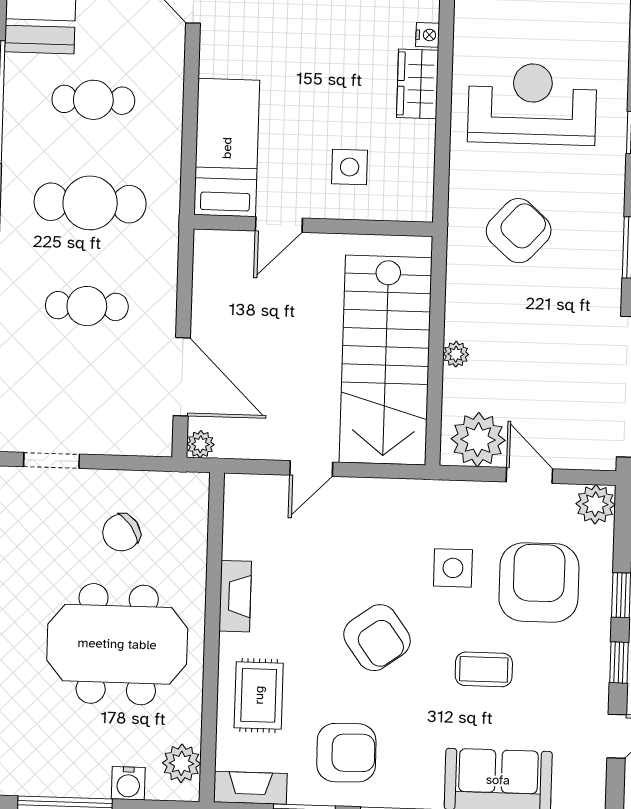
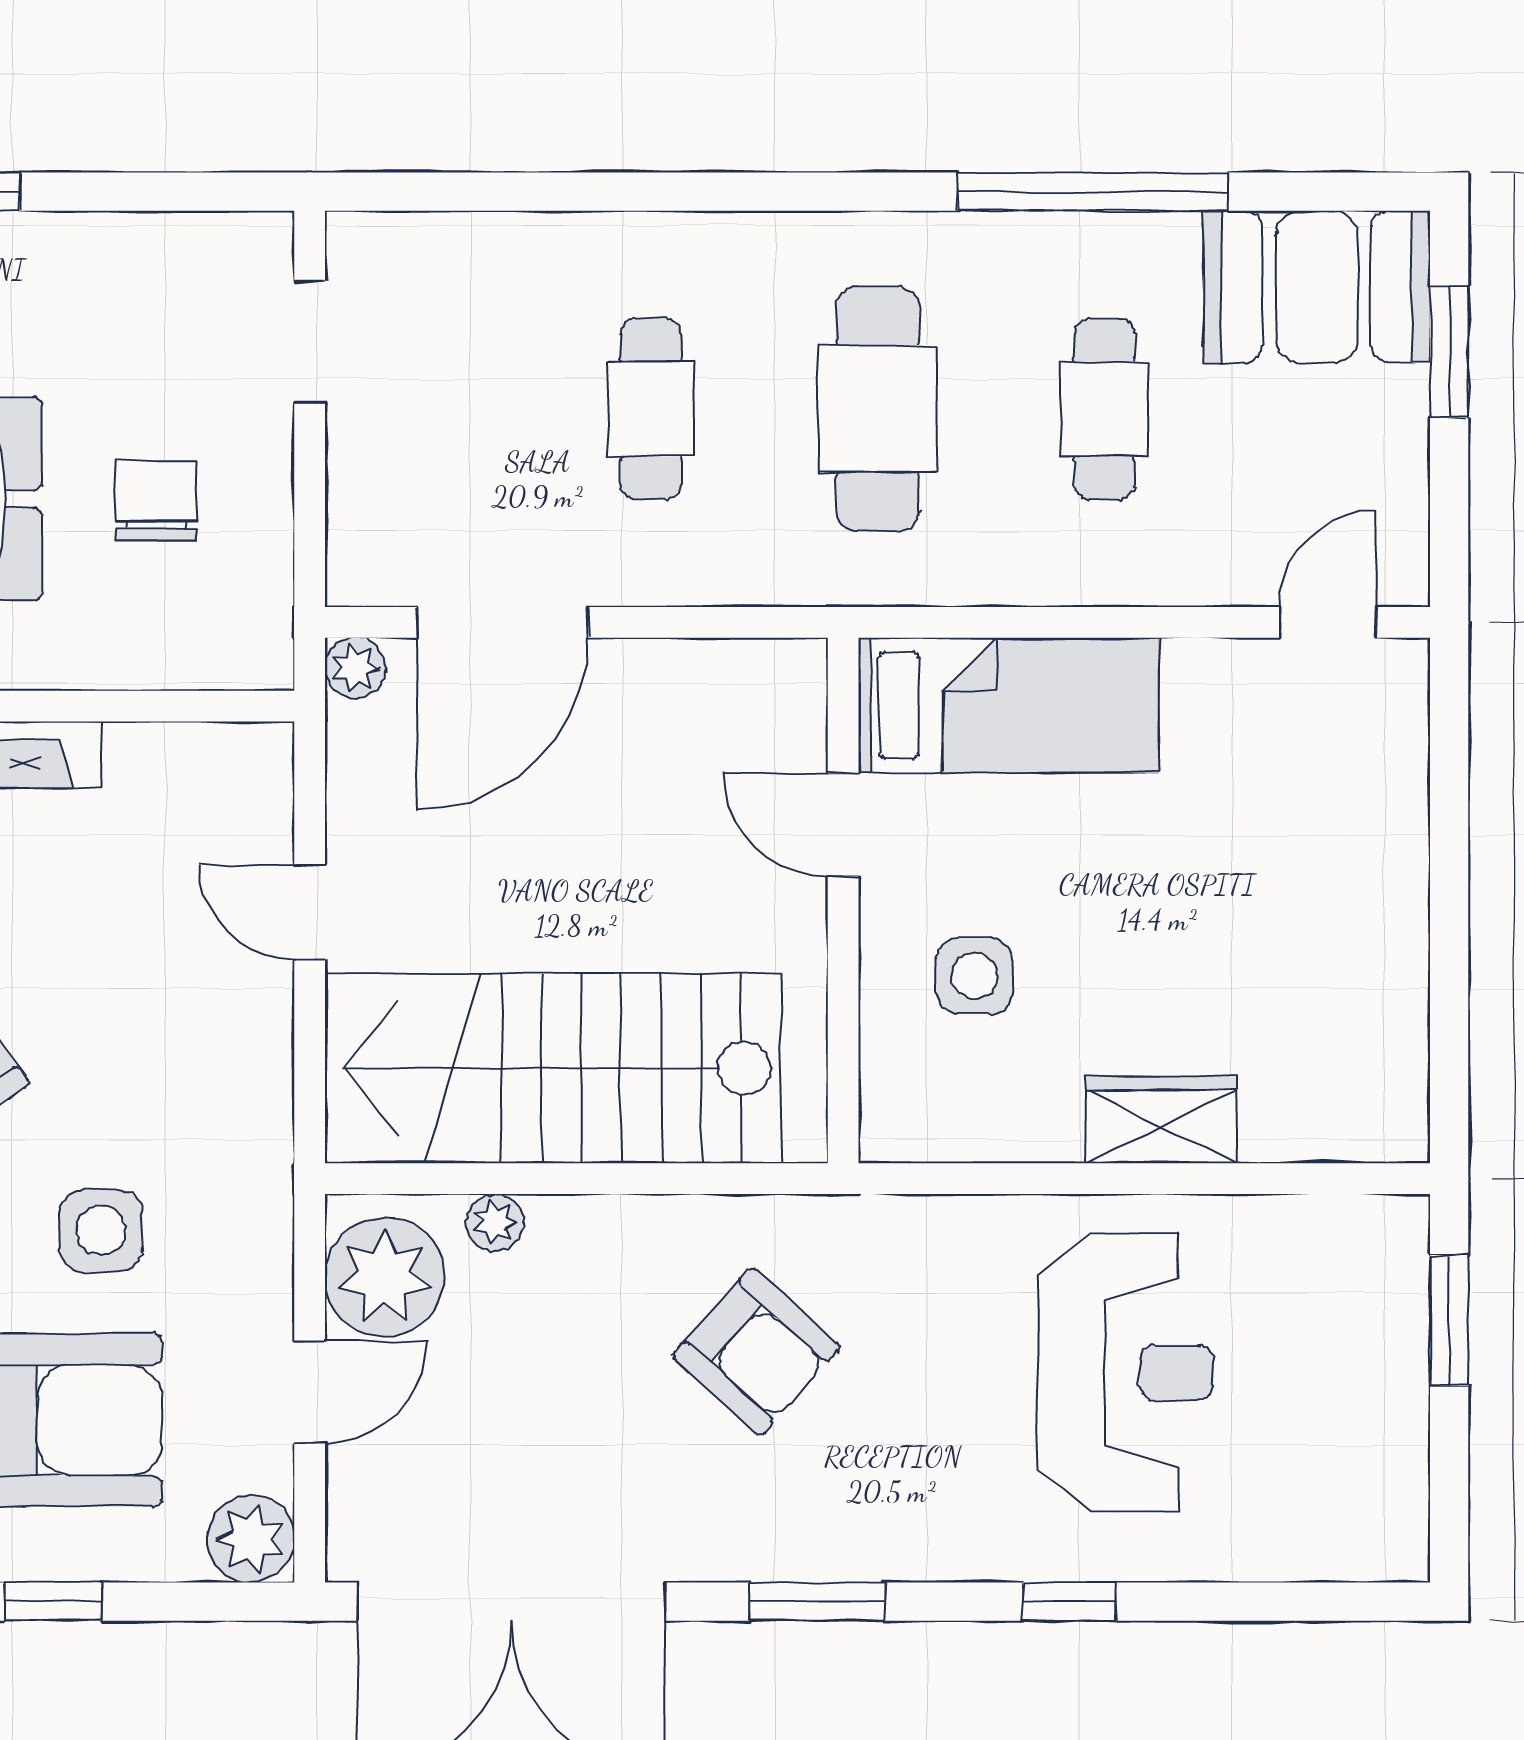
nightstand: (428, 35) -> (1270, 1138), removed
armchair: (519, 231) -> (756, 1351), moved
plant: (456, 354) -> (495, 1222), moved
chair: (121, 533) -> (156, 500), turned 36

